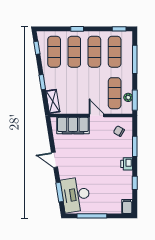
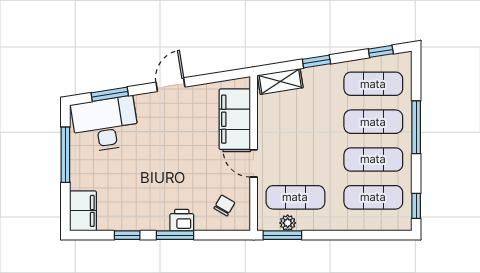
window: (77, 29) -> (416, 127), width x2.17
window: (135, 59) -> (359, 235), removed
door: (96, 116) -> (254, 163), swing flipped
window: (135, 146) -> (175, 235), moved
printer: (127, 164) -> (182, 220), moved
filing cabinet: (127, 206) -> (83, 211), width x2.00

